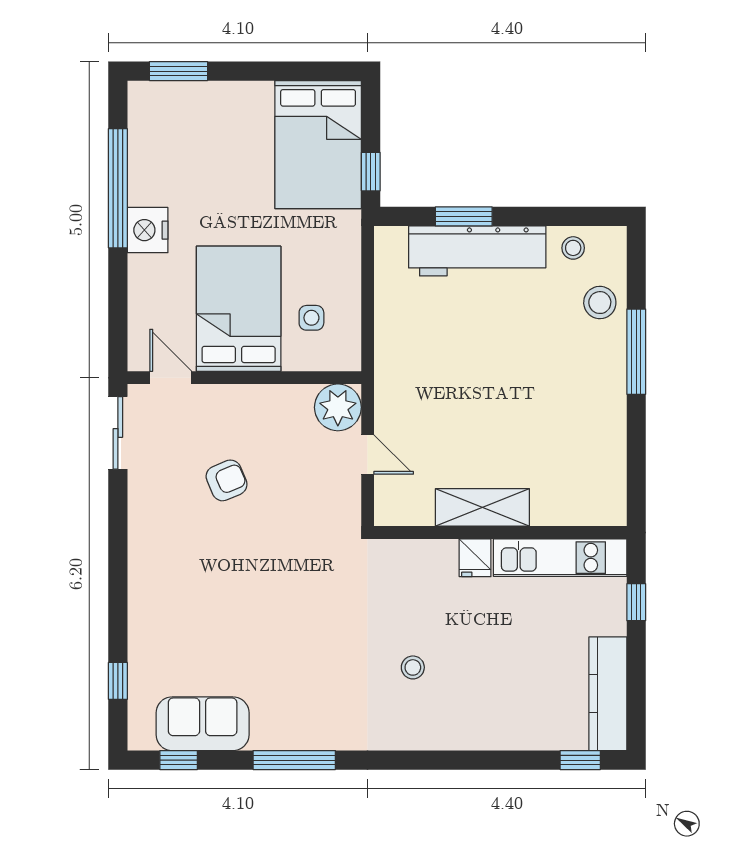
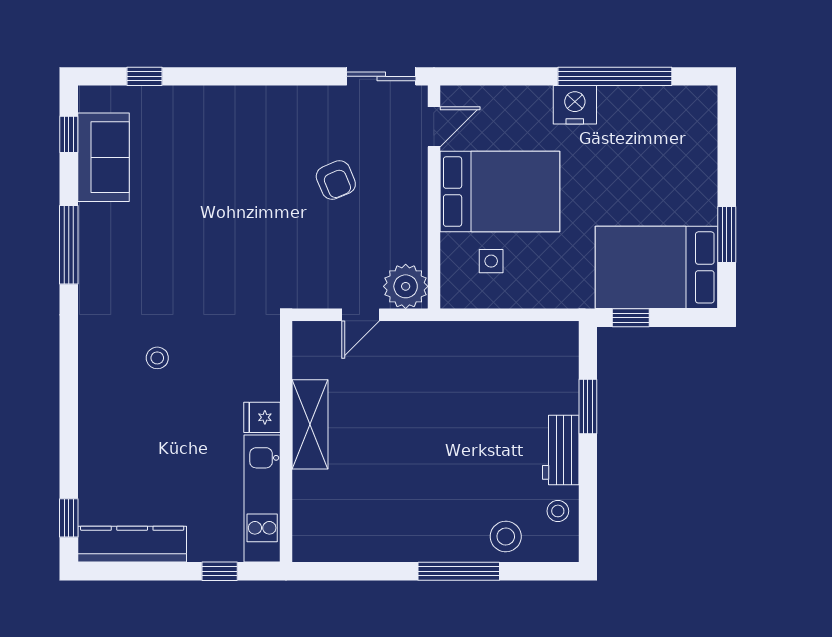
window: (178, 71) -> (727, 234), moved
workbench: (477, 251) -> (561, 450), width x0.53, depth x0.76

